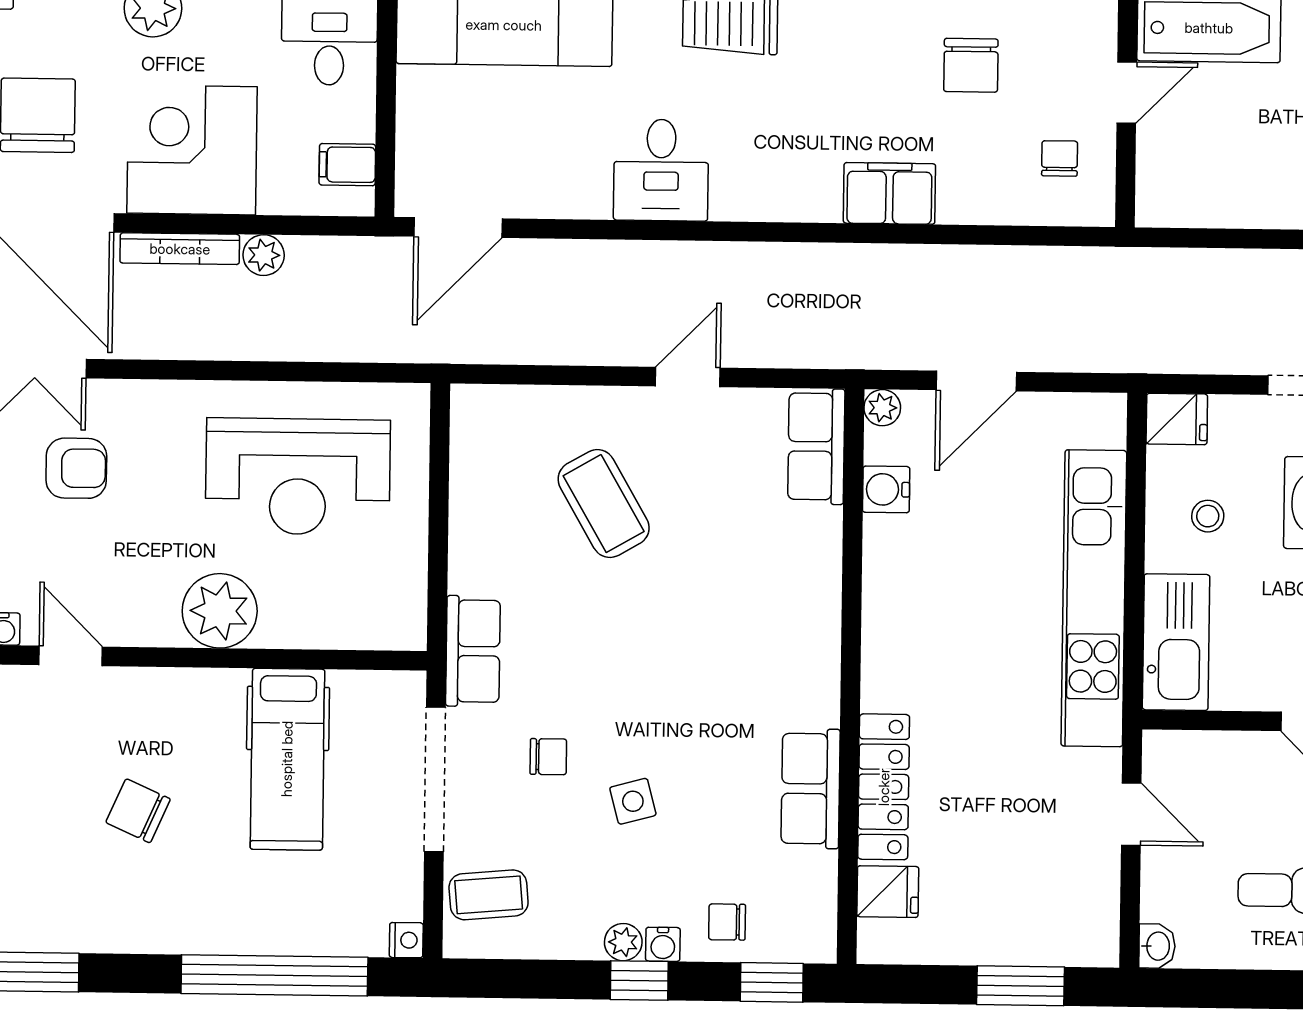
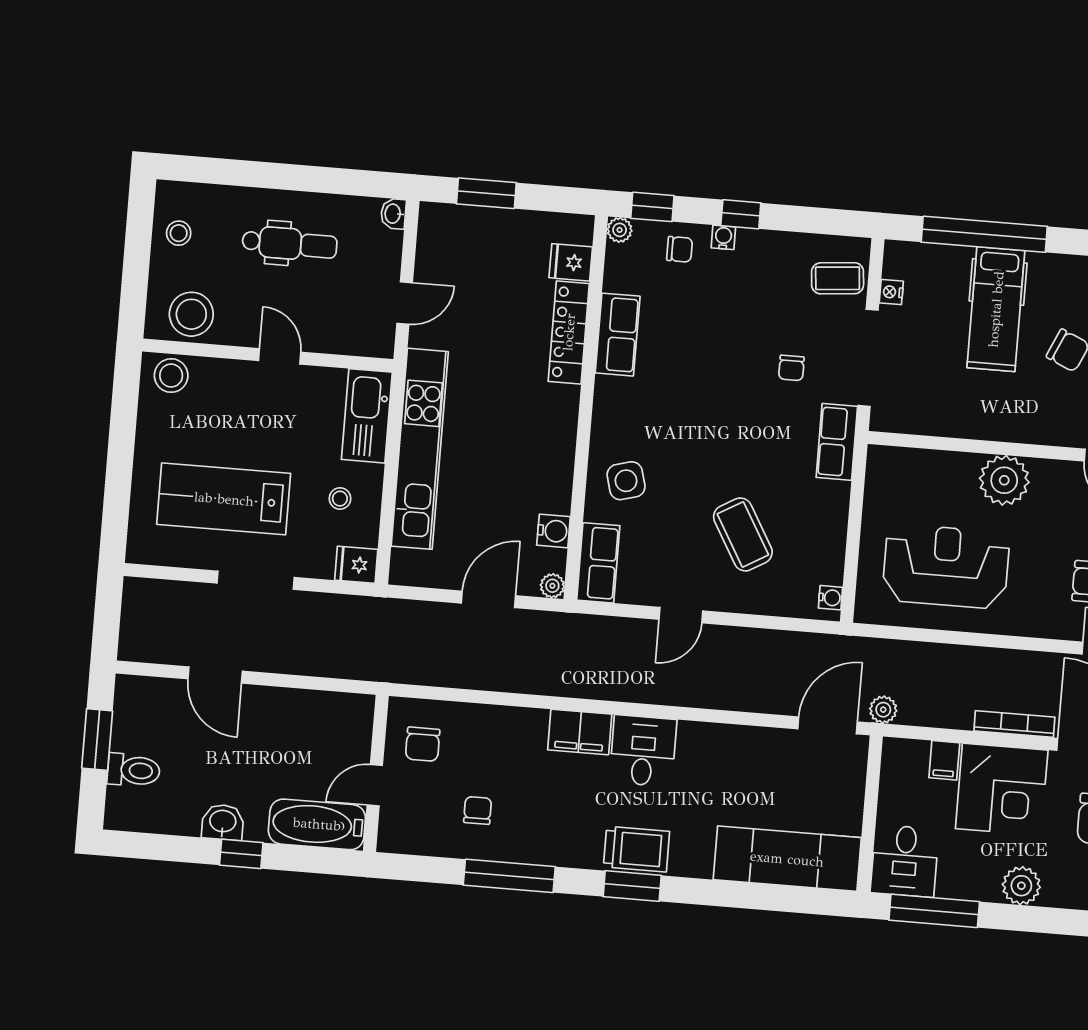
chair: (971, 65) -> (478, 810), width x0.73, depth x0.73
chair: (1060, 158) -> (423, 744), width x1.37, depth x1.37
filing cabinet: (347, 165) -> (944, 760), moved, turned 90
desk: (661, 170) -> (643, 751), moved
filing cabinet: (889, 193) -> (580, 732), moved
plant: (264, 255) -> (883, 710), moved
water cooler: (467, 418) -> (830, 598), added
chair: (548, 757) -> (791, 368), turned -90
hospital bed: (287, 759) -> (996, 309), moved, turned 180
side table: (633, 801) -> (626, 481), moved, width x1.37, depth x1.37
door: (1131, 814) -> (405, 303), swing flipped
nightstand: (406, 940) -> (891, 292), moved
plant: (623, 942) -> (620, 230), moved

